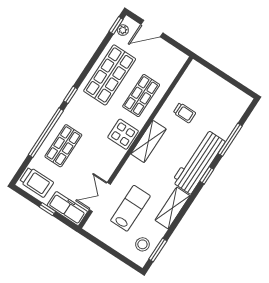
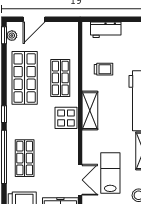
workbench: (209, 79) -> (106, 30), added
double door: (100, 197) -> (80, 180), swing flipped

